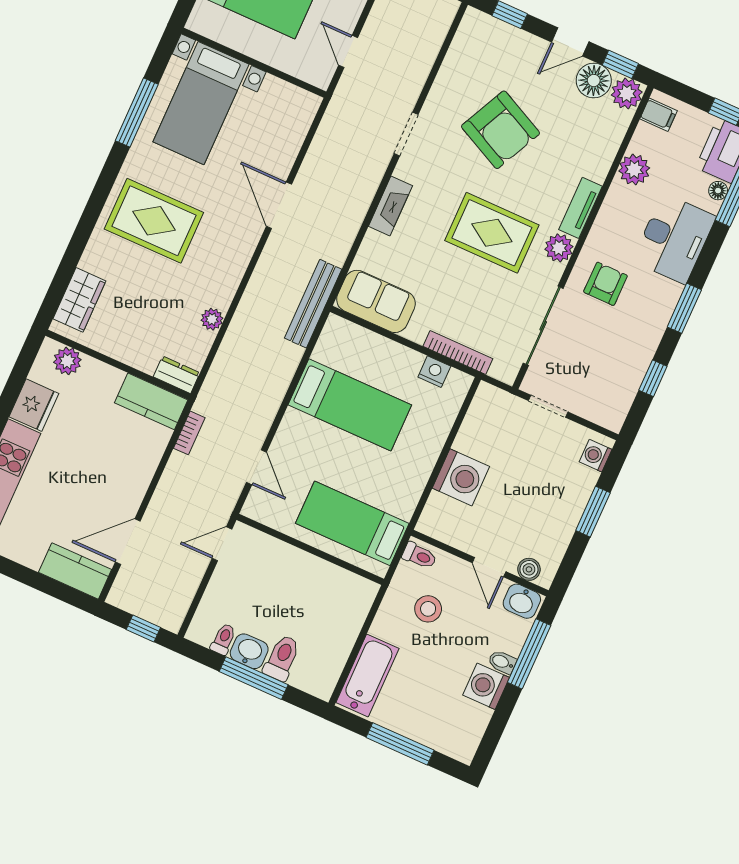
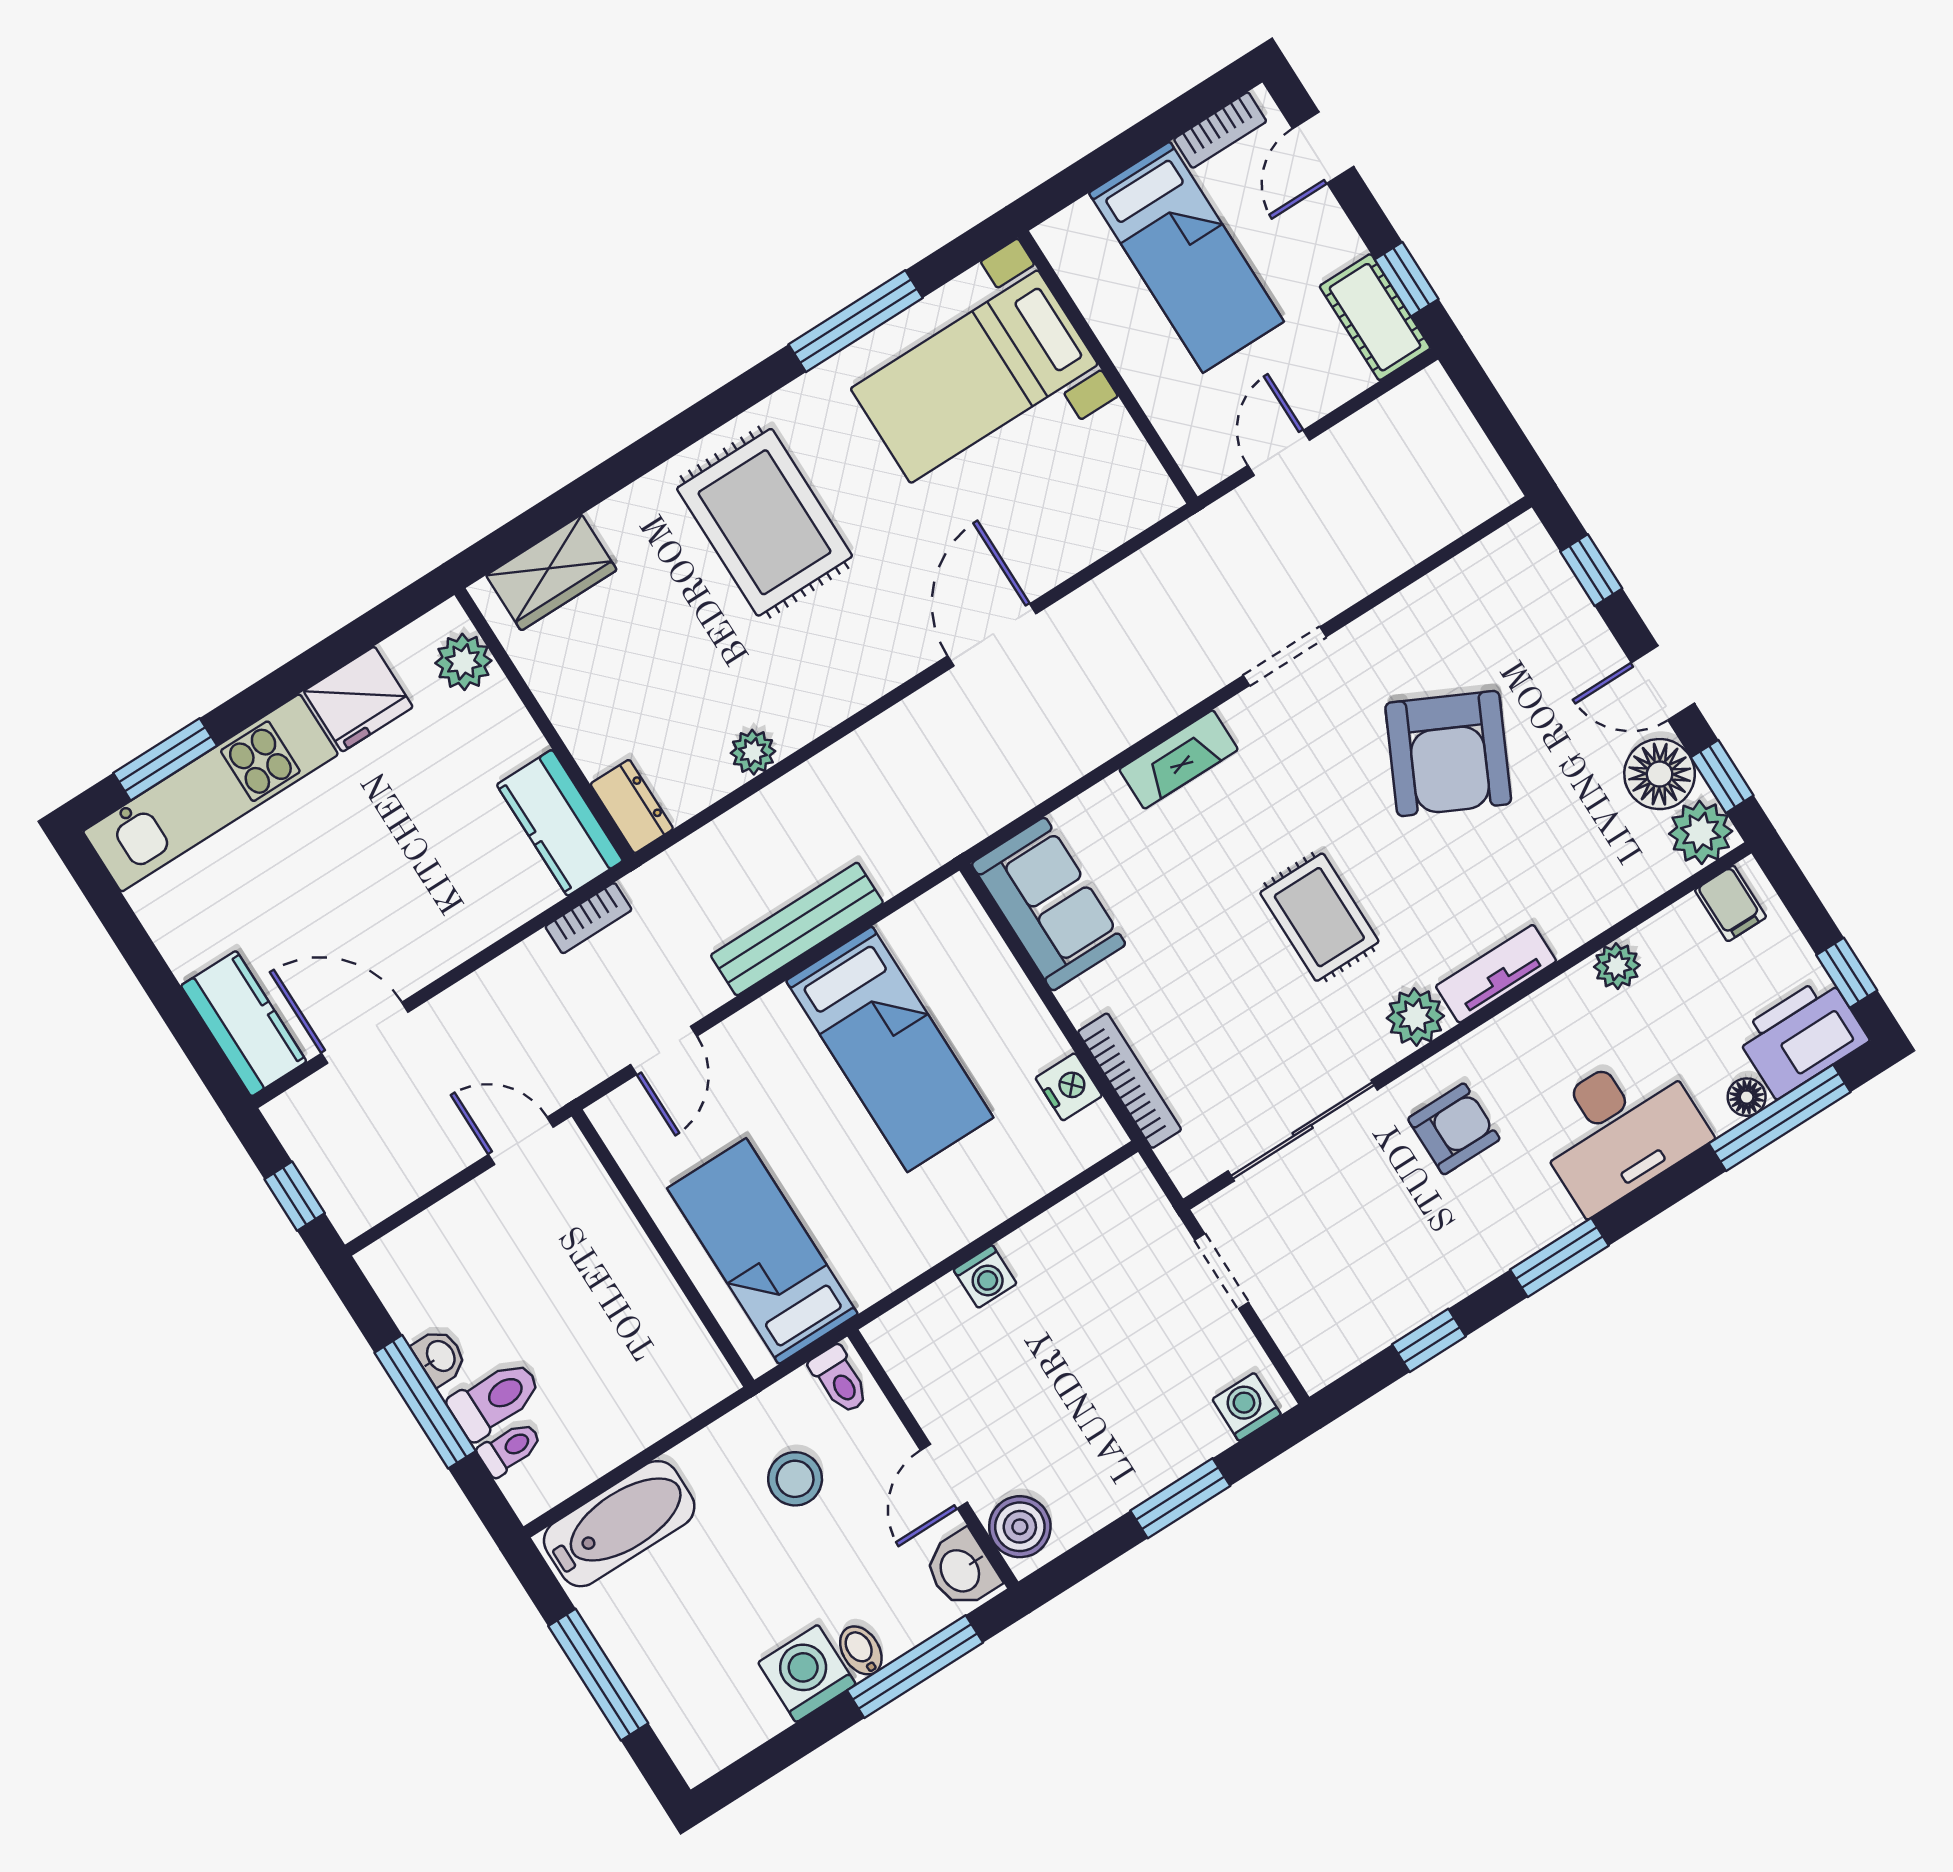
plant: (634, 170) -> (1617, 966), width x0.73, depth x0.73
rug: (492, 233) -> (1319, 917), width x0.73, depth x0.70
bench: (313, 304) -> (797, 929), moved
washing machine: (461, 477) -> (985, 1277), width x0.53, depth x0.53
boiler: (529, 569) -> (1020, 1527), width x1.36, depth x1.36
toilet: (223, 639) -> (510, 1449), moved
washbasin: (249, 651) -> (440, 1357), width x0.72, depth x0.69

